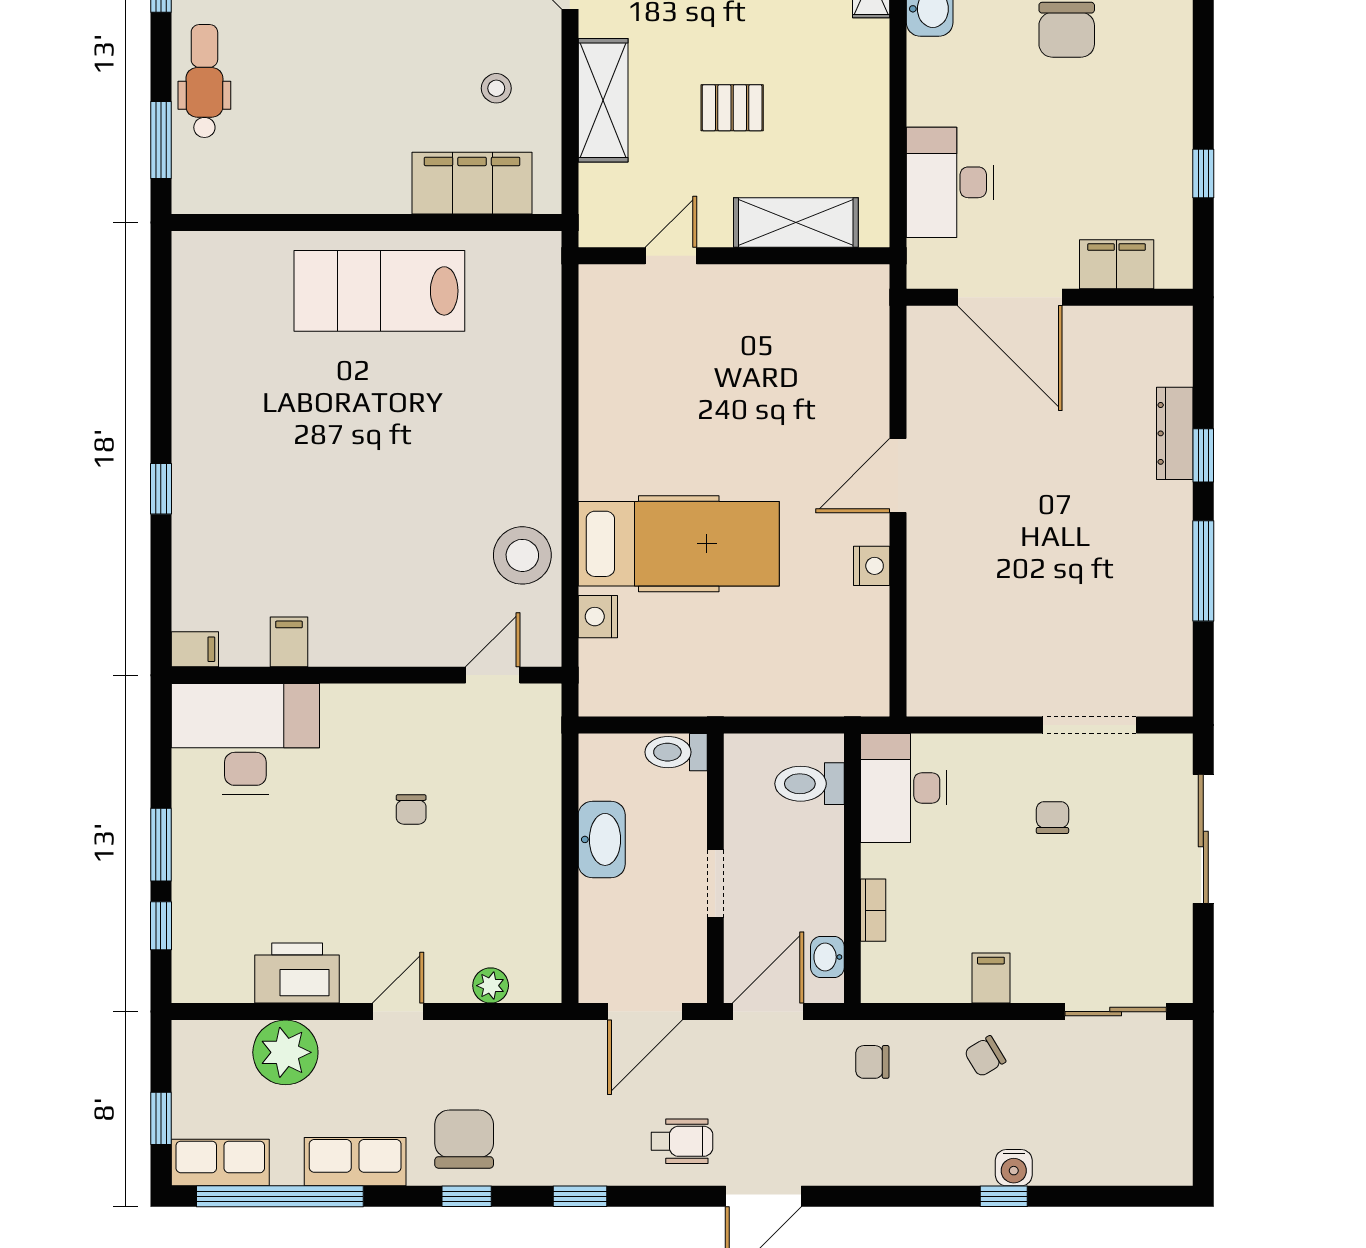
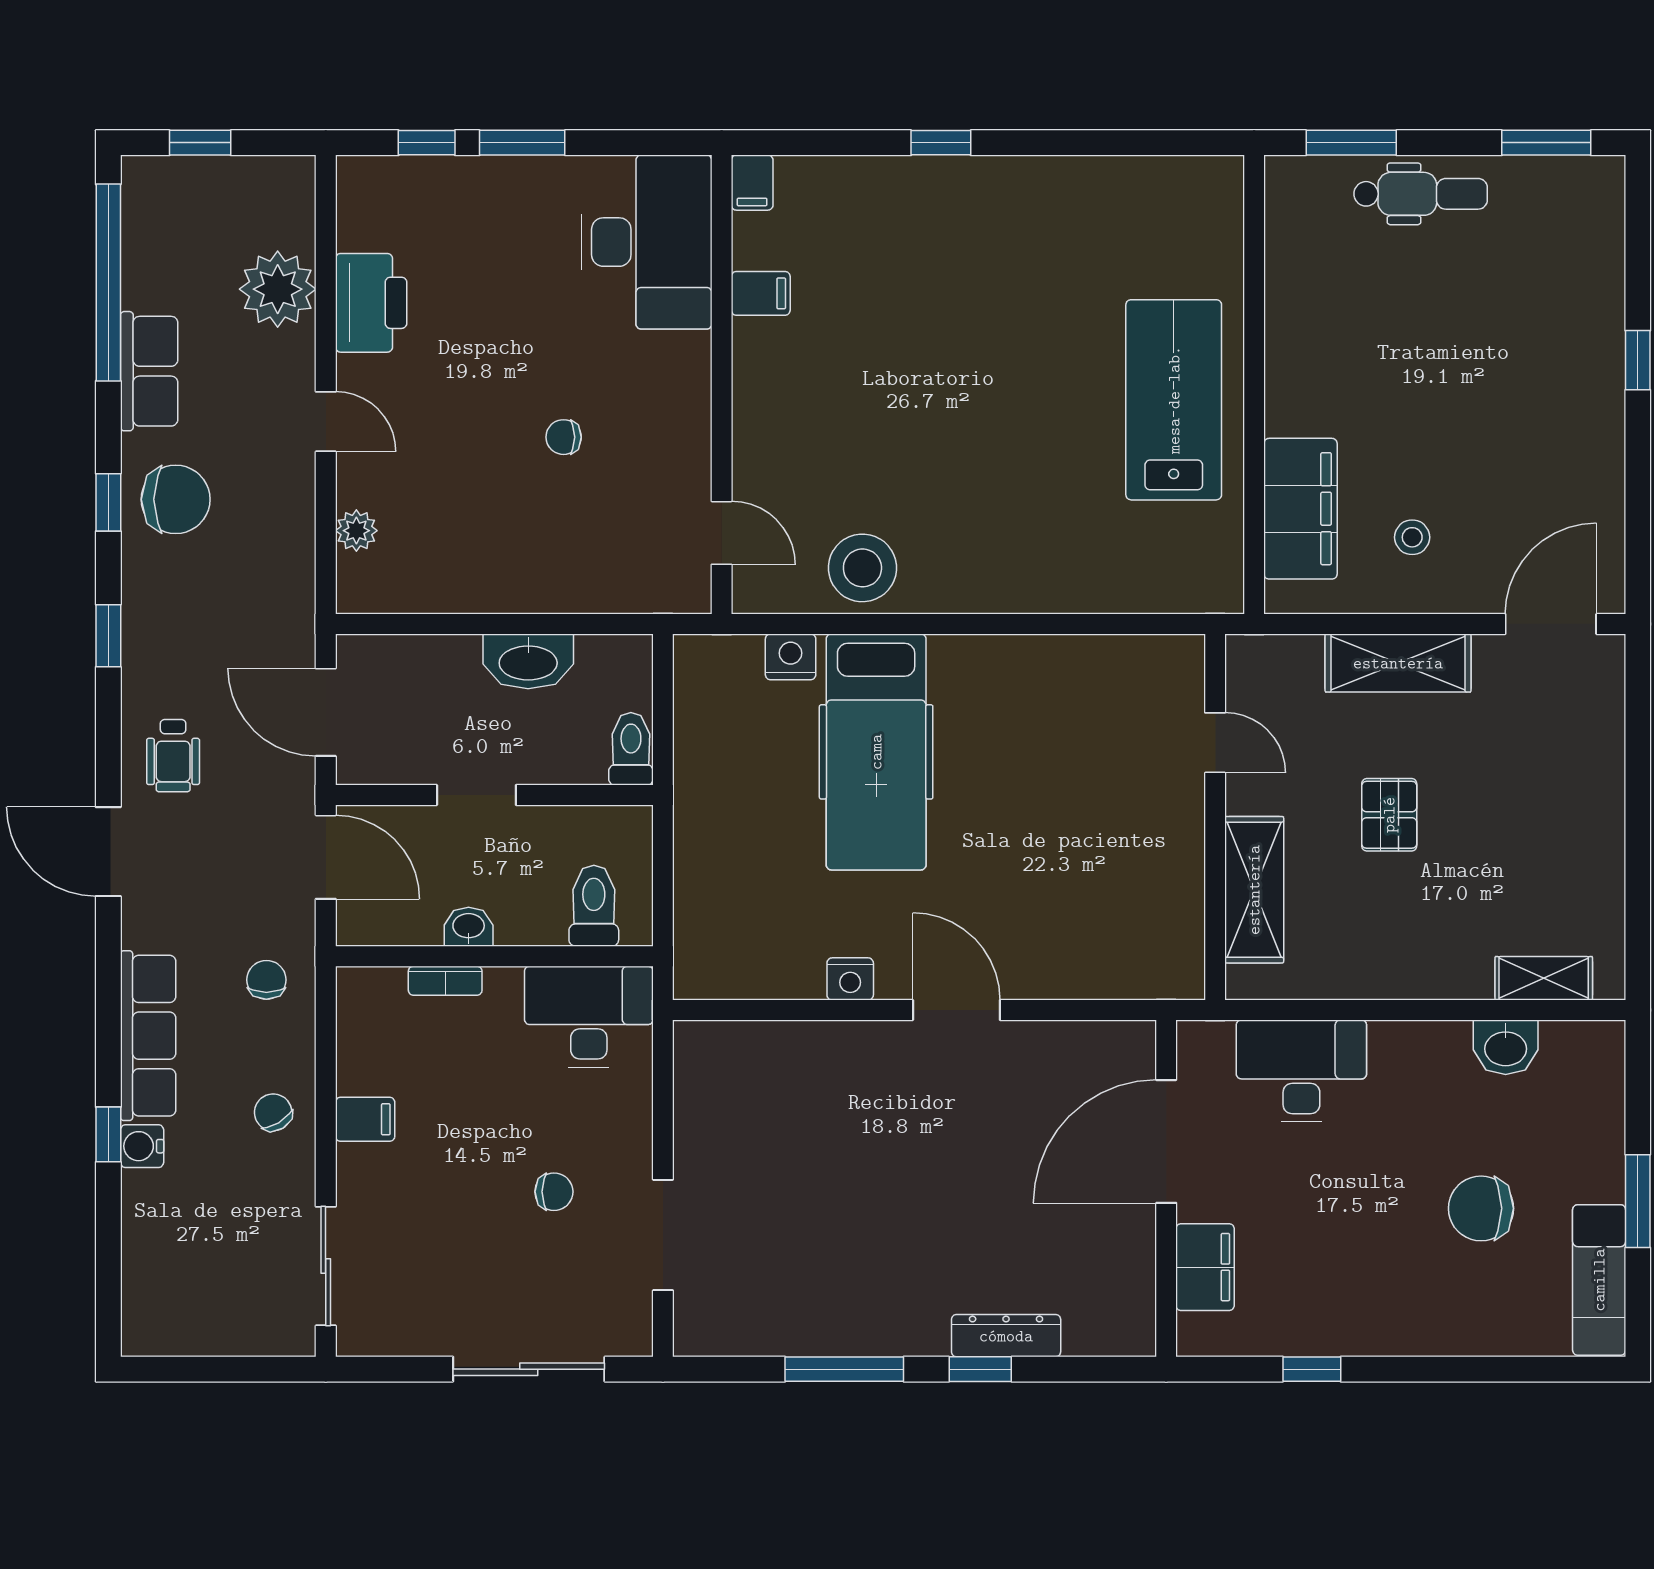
washbasin: (827, 957) -> (469, 927), moved
row of seats: (220, 1163) -> (148, 1036), moved, width x1.48

